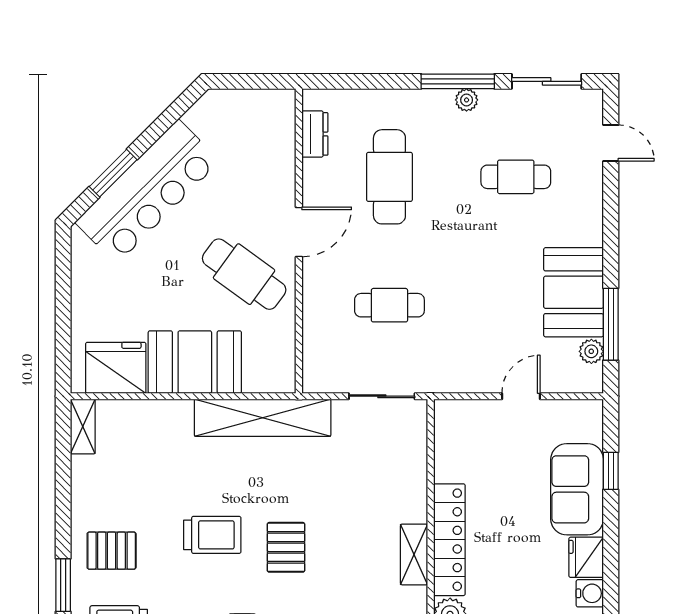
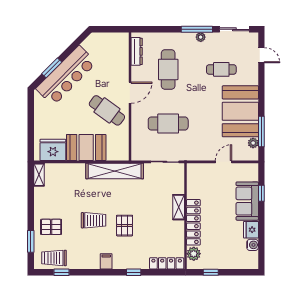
dresser: (315, 134) -> (137, 51), width x1.44
booth: (574, 292) -> (240, 111), width x1.36, depth x1.42
cafe table: (389, 305) -> (168, 124), width x1.37, depth x1.35
shelving: (414, 554) -> (179, 207), moved

